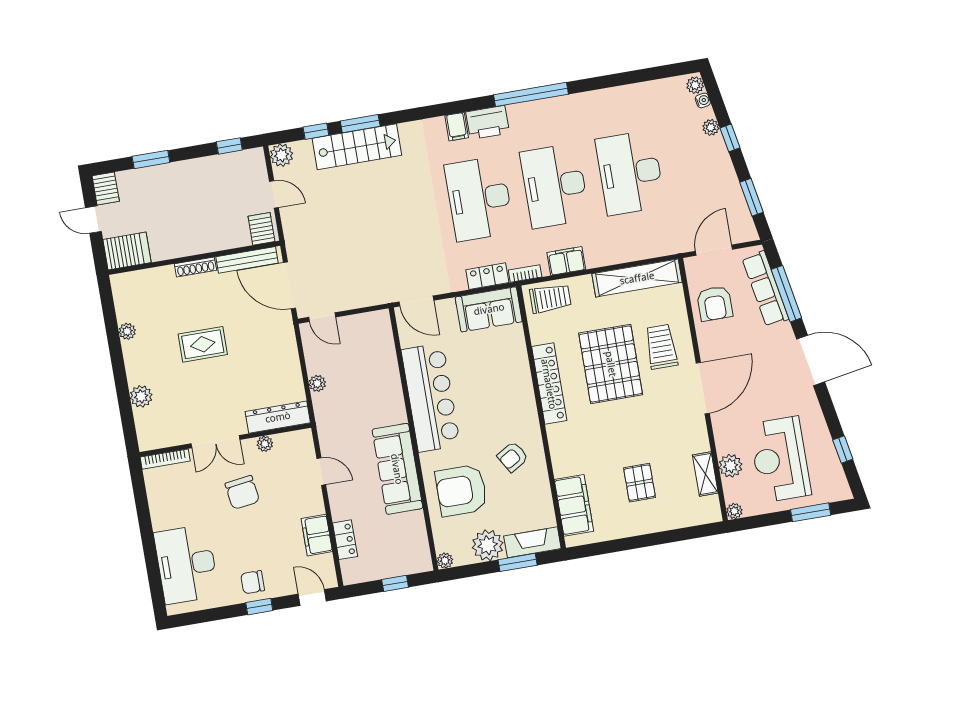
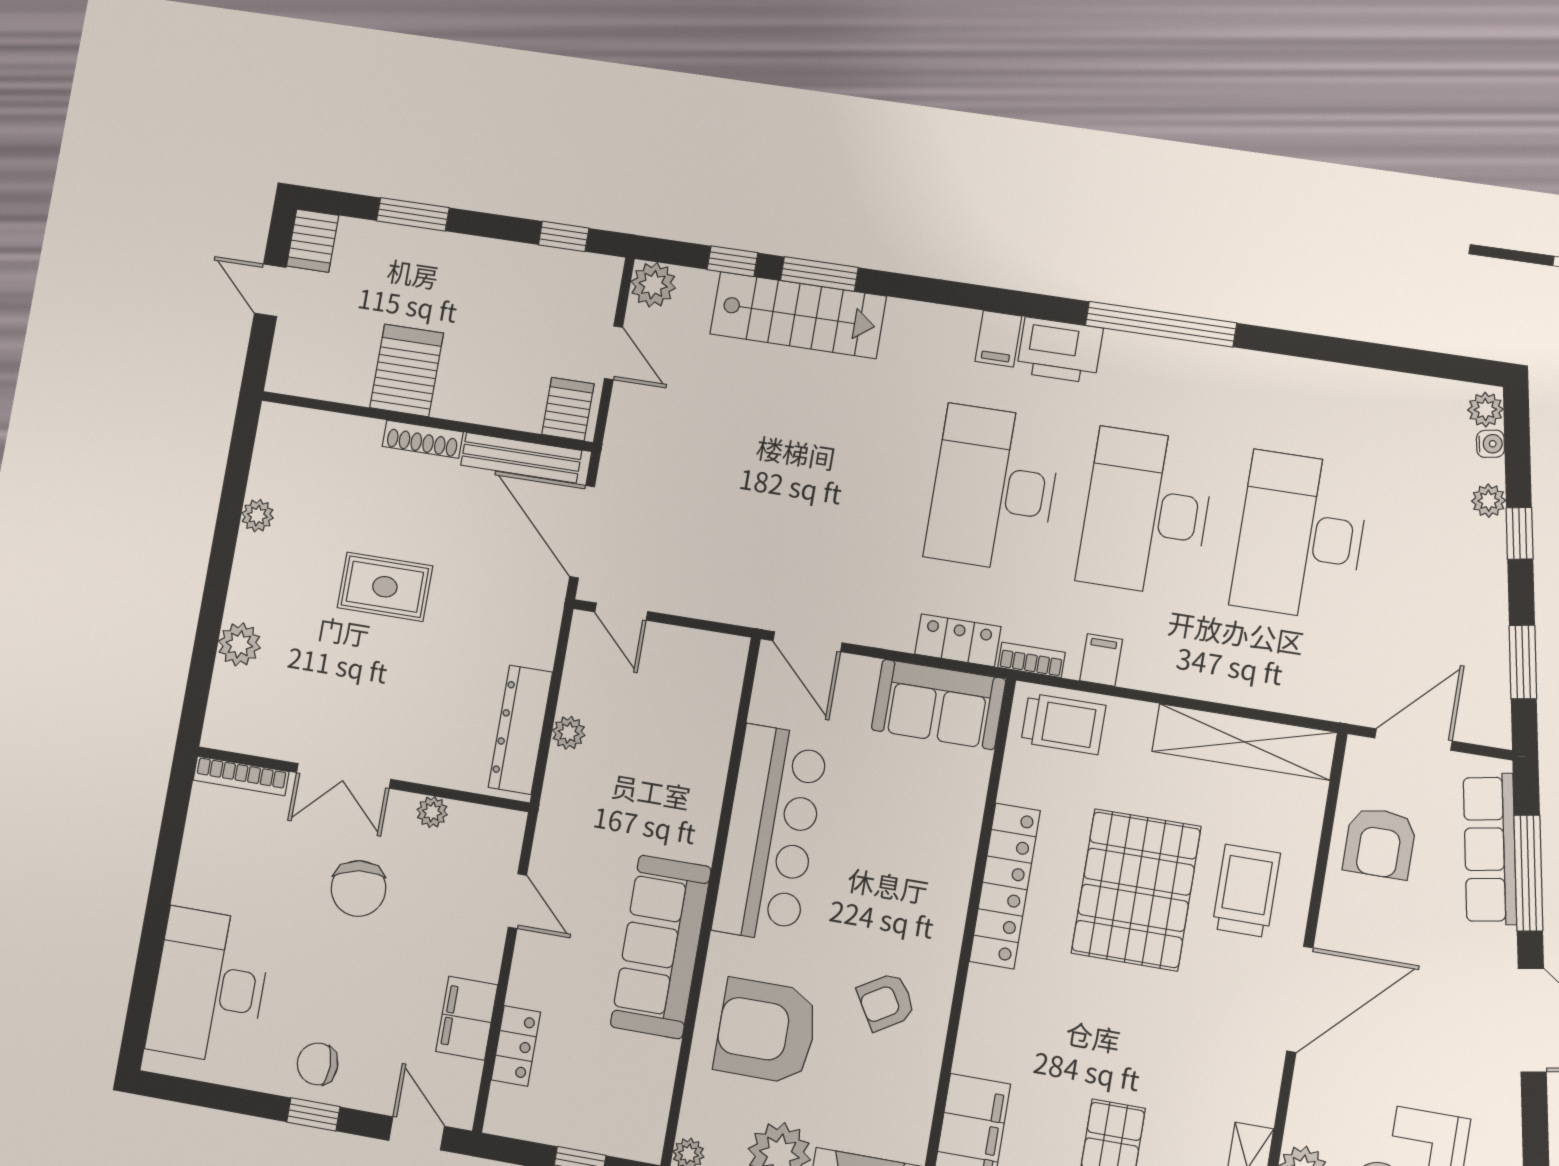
server rack: (127, 251) -> (407, 370), moved, turned -90
filing cabinet: (566, 261) -> (1101, 660), width x0.50
dresser: (278, 417) -> (520, 730), moved, turned -90

